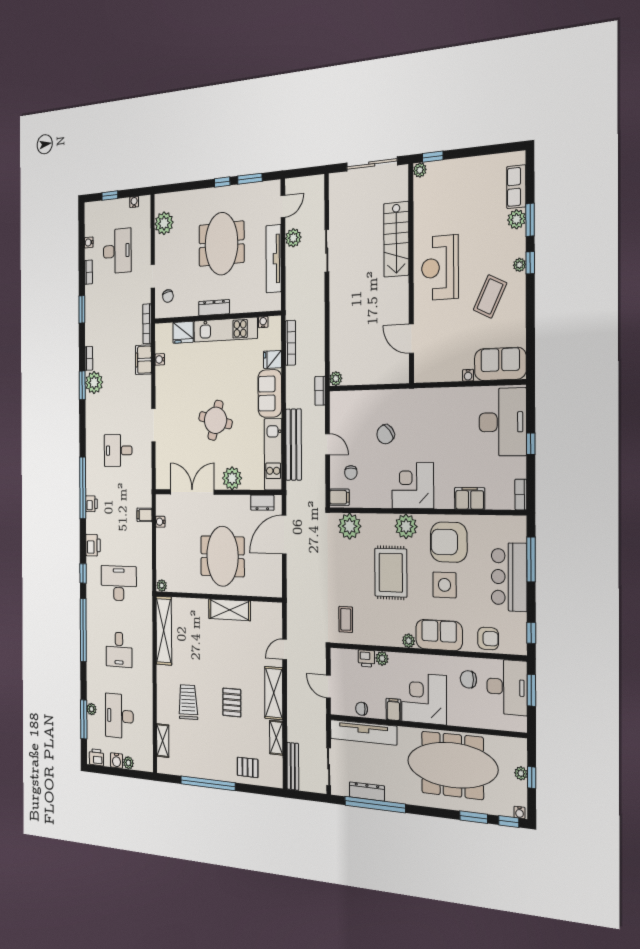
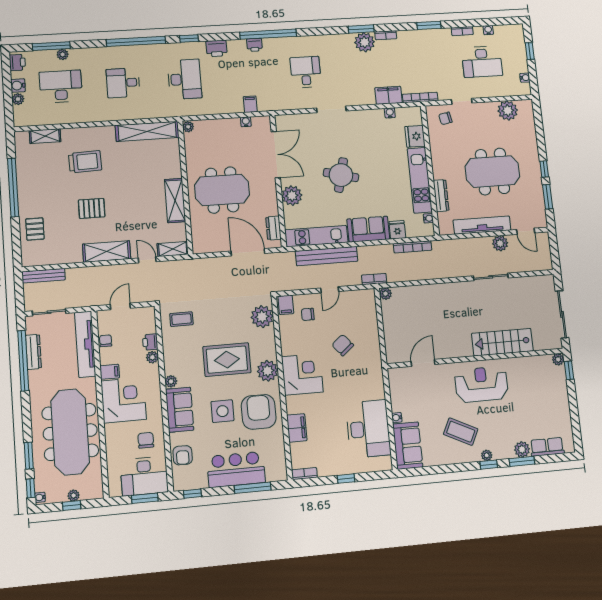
dresser: (214, 308) -> (441, 196), moved
desk: (503, 422) -> (368, 429), moved, turned -90
shelving: (276, 738) -> (173, 249), moved

